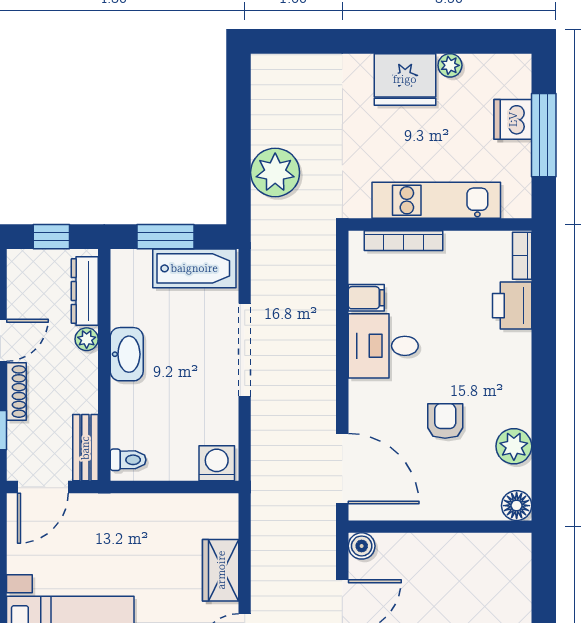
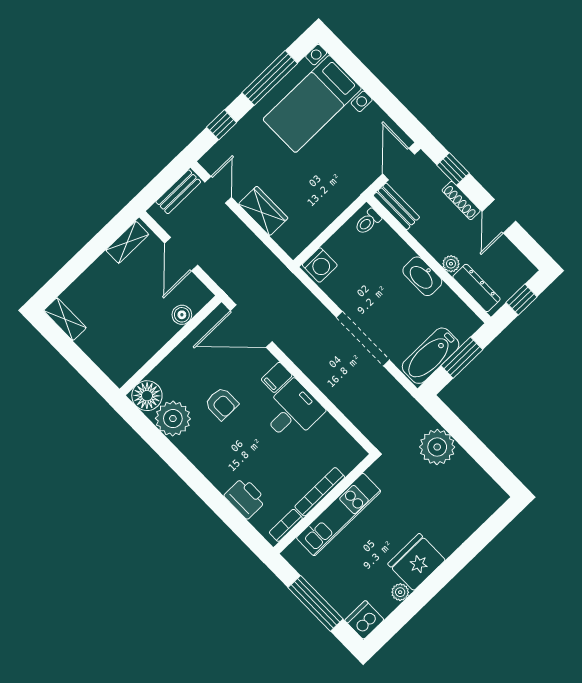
dishwasher: (513, 119) -> (364, 620), moved, turned -90
bookcase: (404, 241) -> (320, 492), moved
bookcase: (522, 256) -> (286, 525), moved, turned -90
filing cabinet: (366, 298) -> (277, 377), moved
plant: (514, 446) -> (173, 419), width x1.36, depth x1.36
floor lamp: (517, 506) -> (147, 396), width x1.38, depth x1.38
boiler: (362, 546) -> (182, 315), moved

